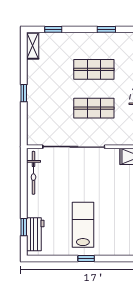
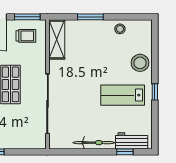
bicycle: (33, 173) -> (94, 143), moved
stool: (116, 243) -> (140, 63), added

